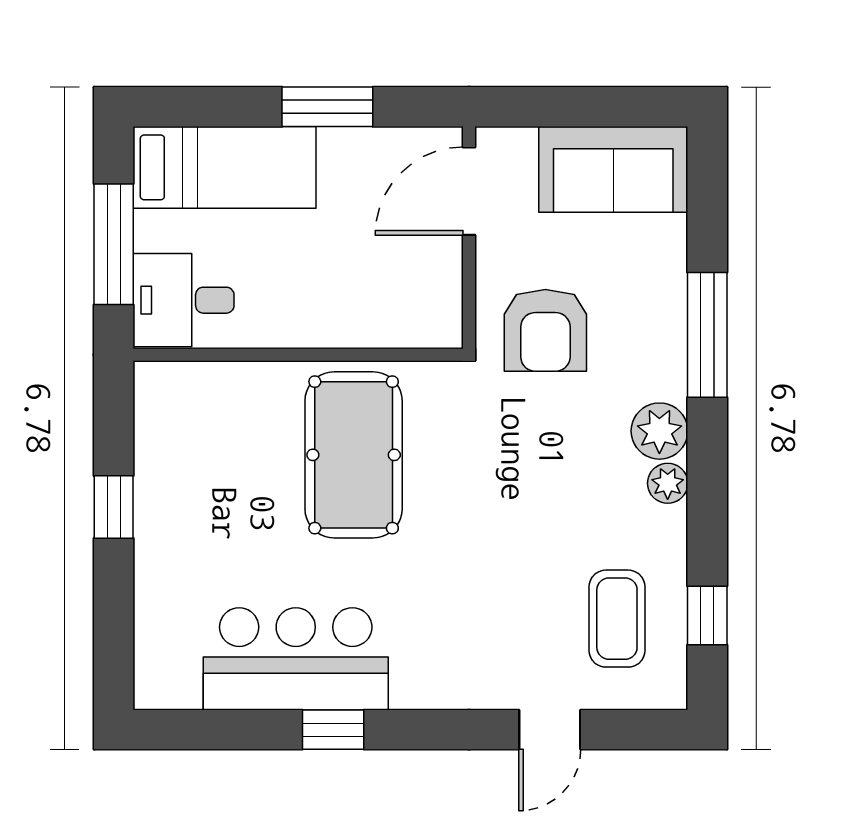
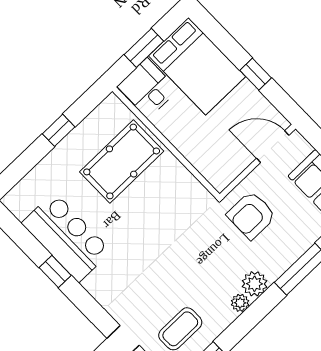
window: (327, 107) -> (256, 74), width x0.67
bed: (224, 167) -> (197, 66), width x1.50
window: (114, 244) -> (144, 48), width x0.69
pool table: (354, 455) -> (122, 161), moved

